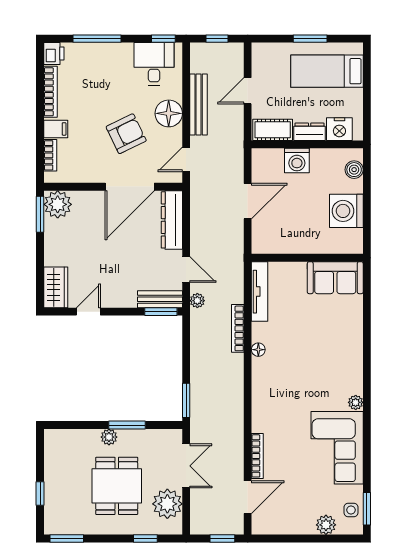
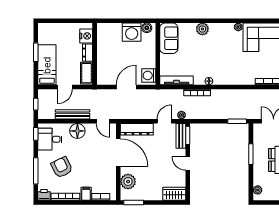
bed: (327, 71) -> (47, 65), moved, turned 180
door: (248, 91) -> (65, 87), hinge flipped
armchair: (126, 134) -> (62, 167), moved
washing machine: (297, 161) -> (149, 75), moved, turned 180
boiler: (354, 170) -> (147, 28), moved
door: (248, 201) -> (126, 87), hinge flipped
plant: (58, 204) -> (128, 182), moved
door: (88, 312) -> (188, 164), moved
plant: (352, 338) -> (202, 29), added
plant: (109, 437) -> (258, 190), moved

